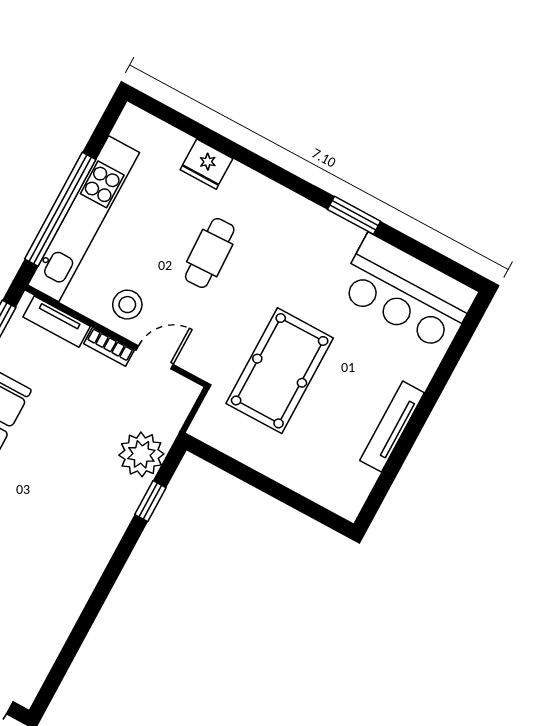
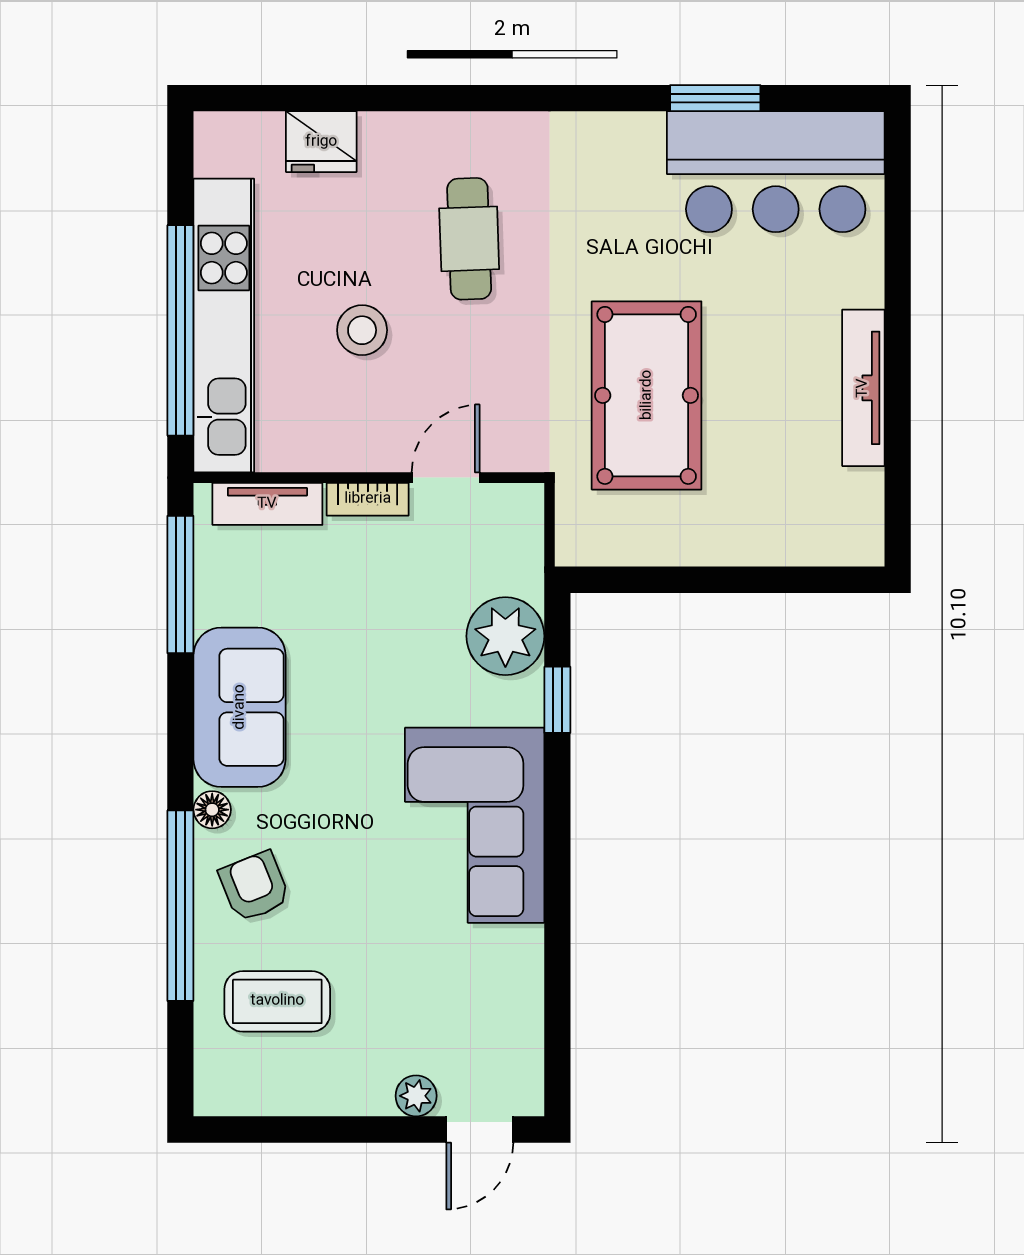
fridge: (206, 164) -> (321, 142), moved
window: (354, 215) -> (715, 98), moved
cafe table: (210, 253) -> (469, 239), moved
stool: (127, 305) -> (362, 330), moved
corner sofa: (74, 542) -> (475, 825), added

